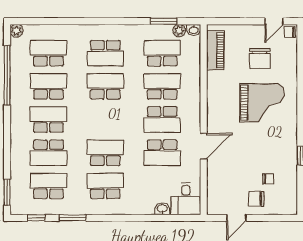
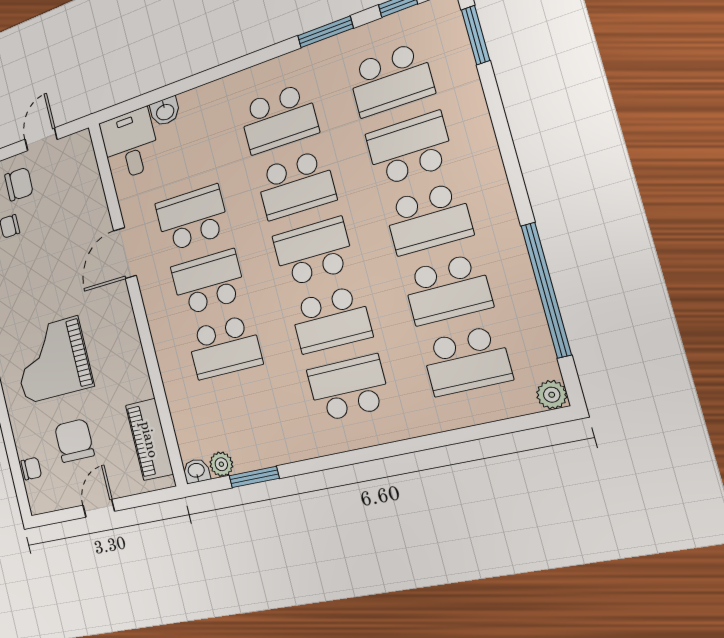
door: (274, 21) -> (99, 508), moved
chair: (290, 32) -> (31, 469), moved
school desk: (162, 53) -> (313, 252), moved, turned 180

